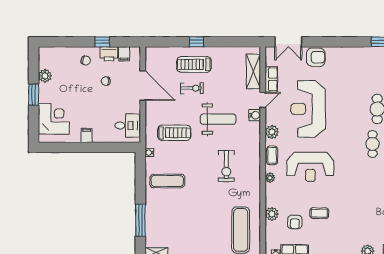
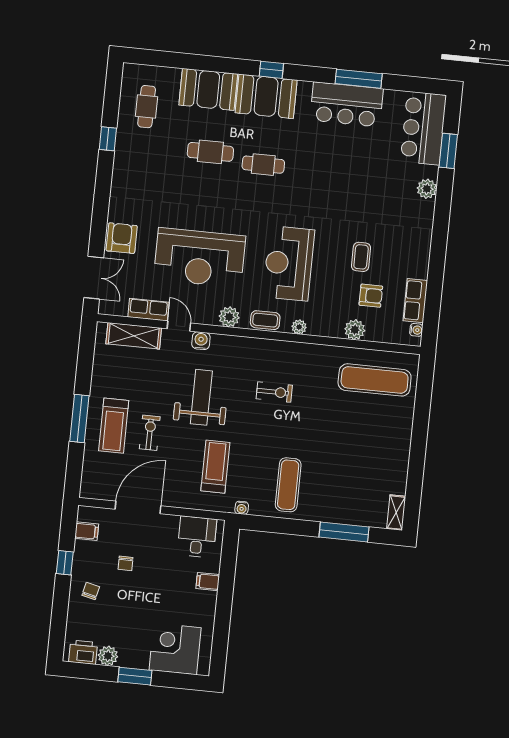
window: (196, 42) -> (79, 418), width x2.17
printer: (109, 54) -> (83, 652), moved, turned -90
filing cabinet: (87, 135) -> (208, 582), moved
exercise bike: (226, 166) -> (274, 392), width x0.73, depth x0.72
reception desk: (310, 167) -> (289, 263), turned 180

